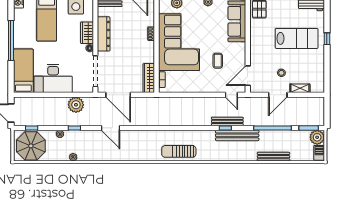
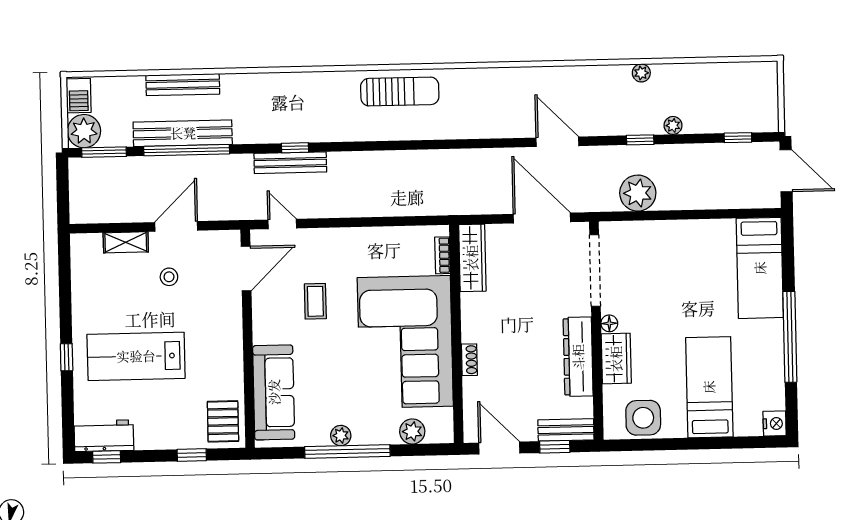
desk: (53, 78) -> (691, 252), removed
bench: (237, 135) -> (183, 133), moved
parasol: (31, 146) -> (739, 97), removed

